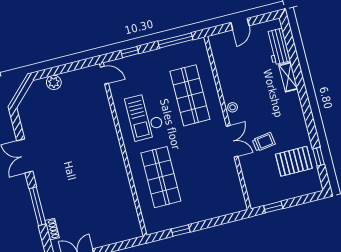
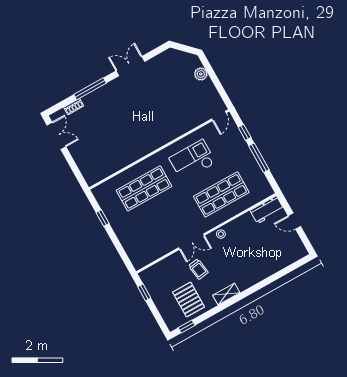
window: (175, 40) -> (259, 158), moved
workbench: (278, 46) -> (267, 210), moved, turned 180
shelving: (288, 77) -> (226, 294), moved
window: (319, 157) -> (187, 326), moved

